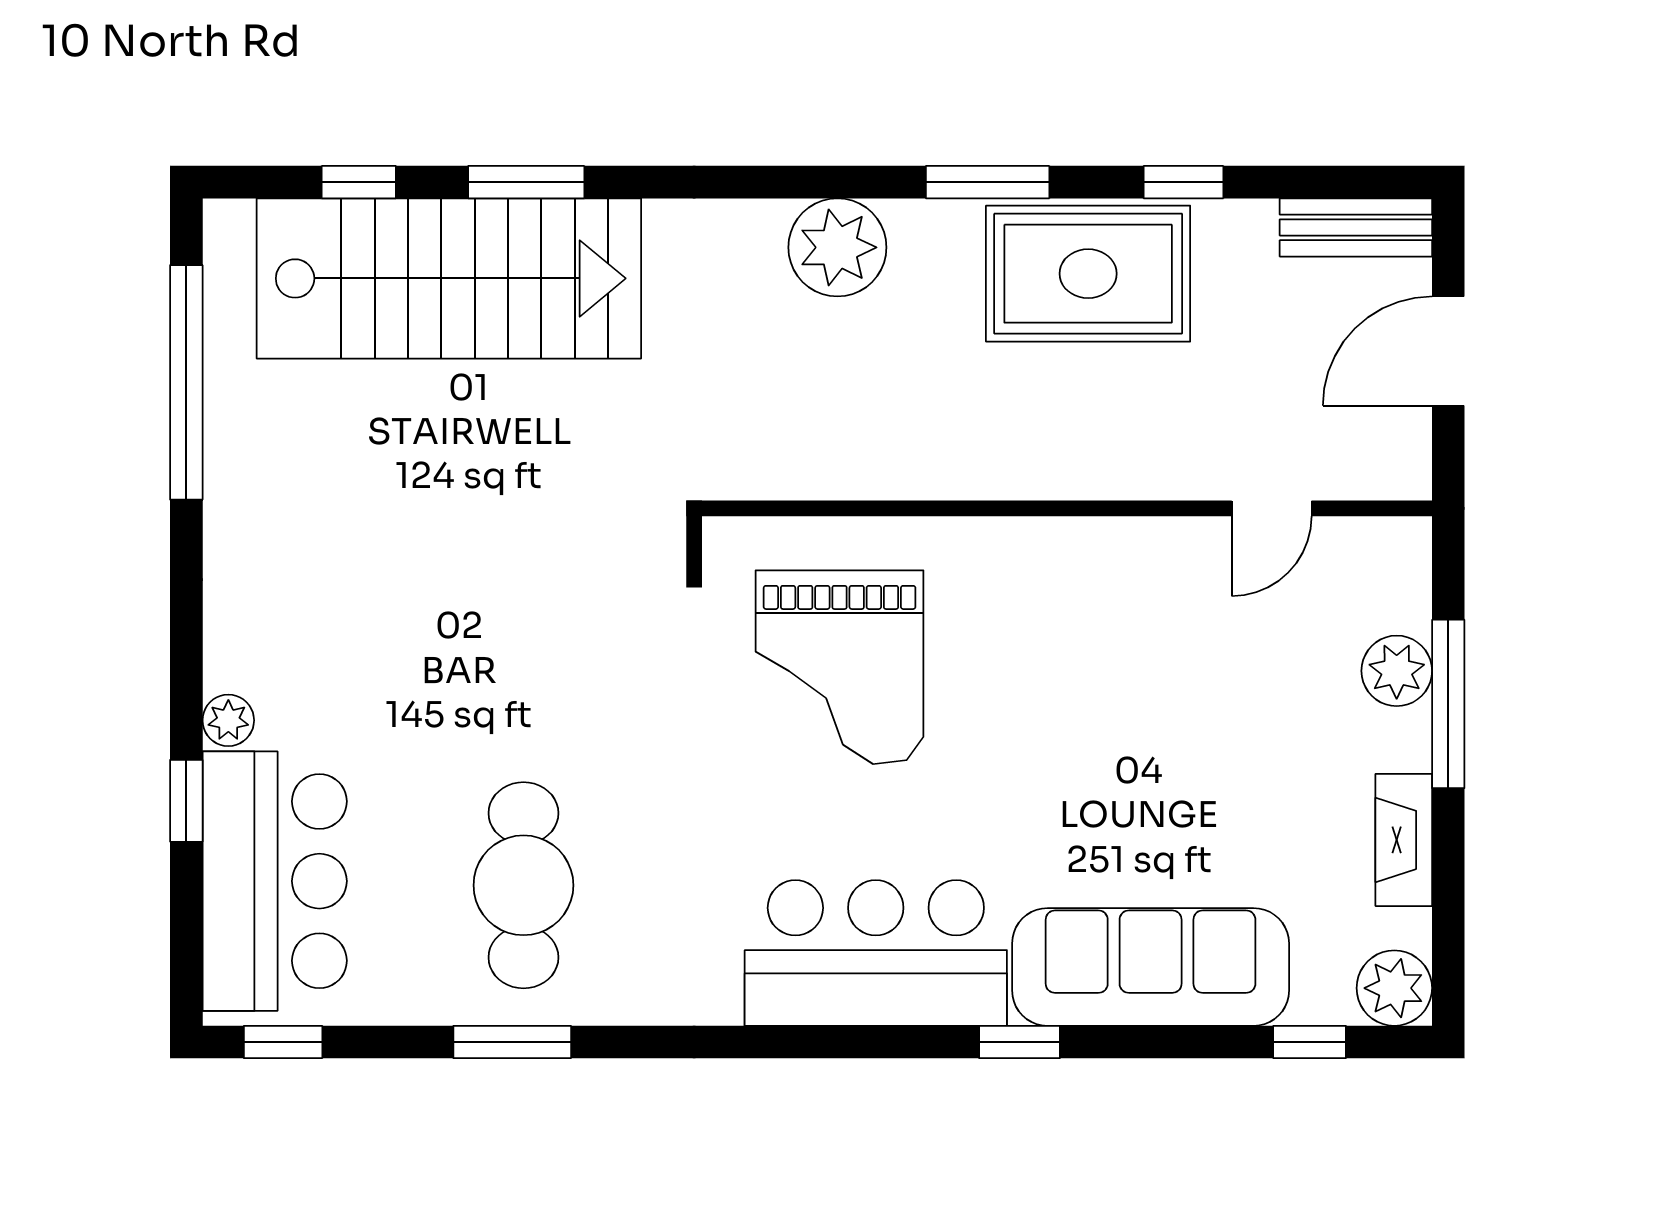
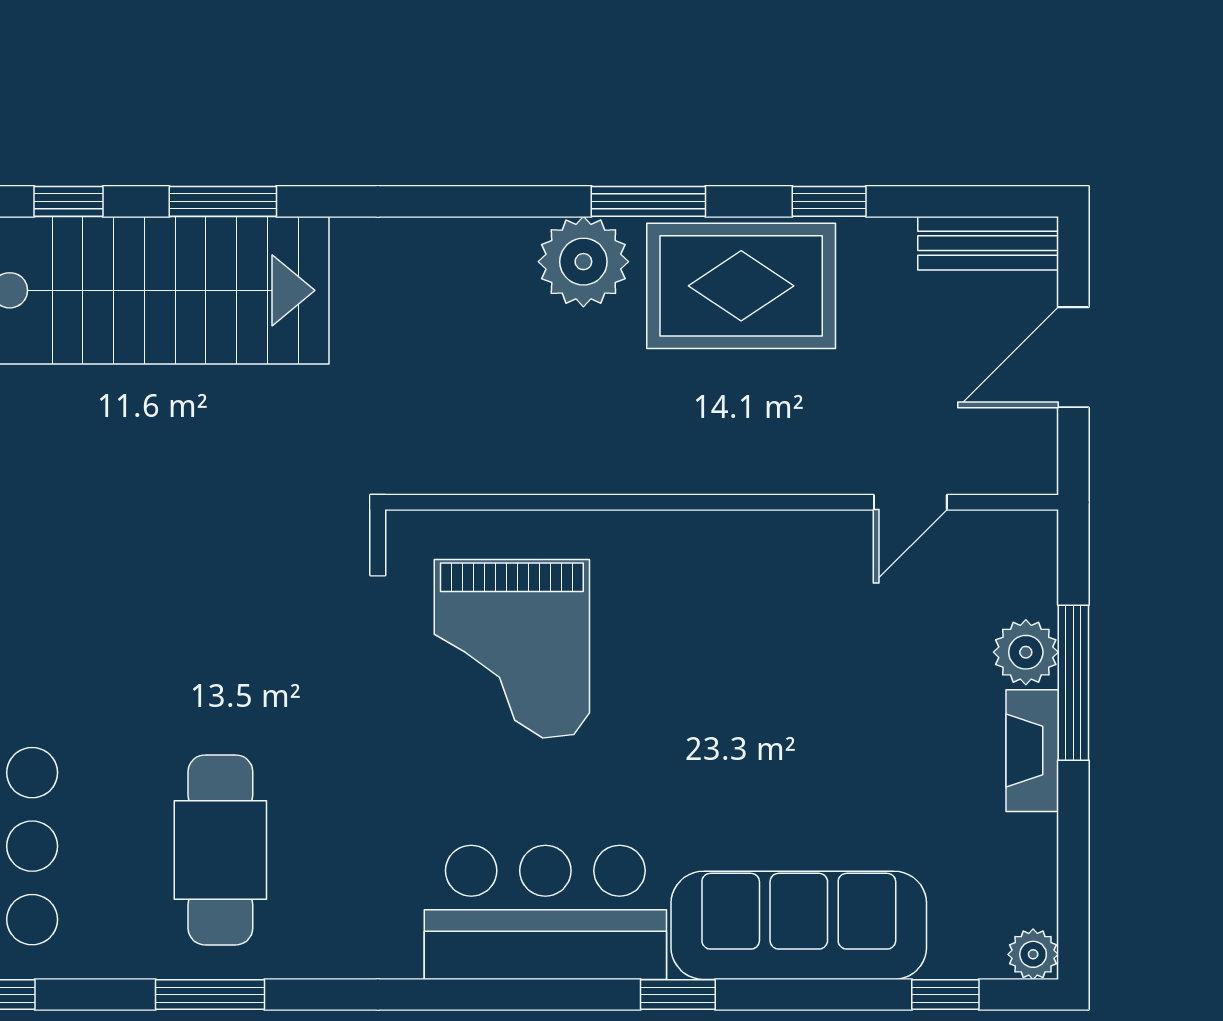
plant: (837, 247) -> (583, 262), moved
fireplace: (1404, 840) -> (1032, 751), moved
plant: (1394, 988) -> (1033, 954), width x0.73, depth x0.73

